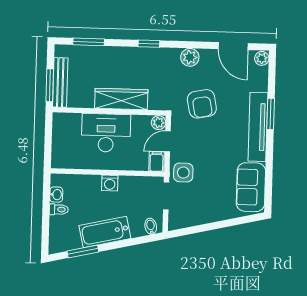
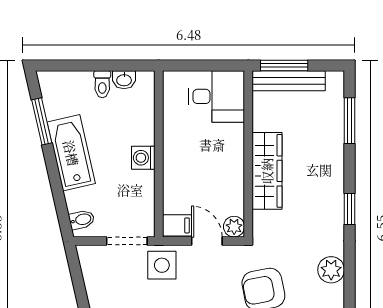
desk: (106, 133) -> (217, 96), moved, width x0.73

